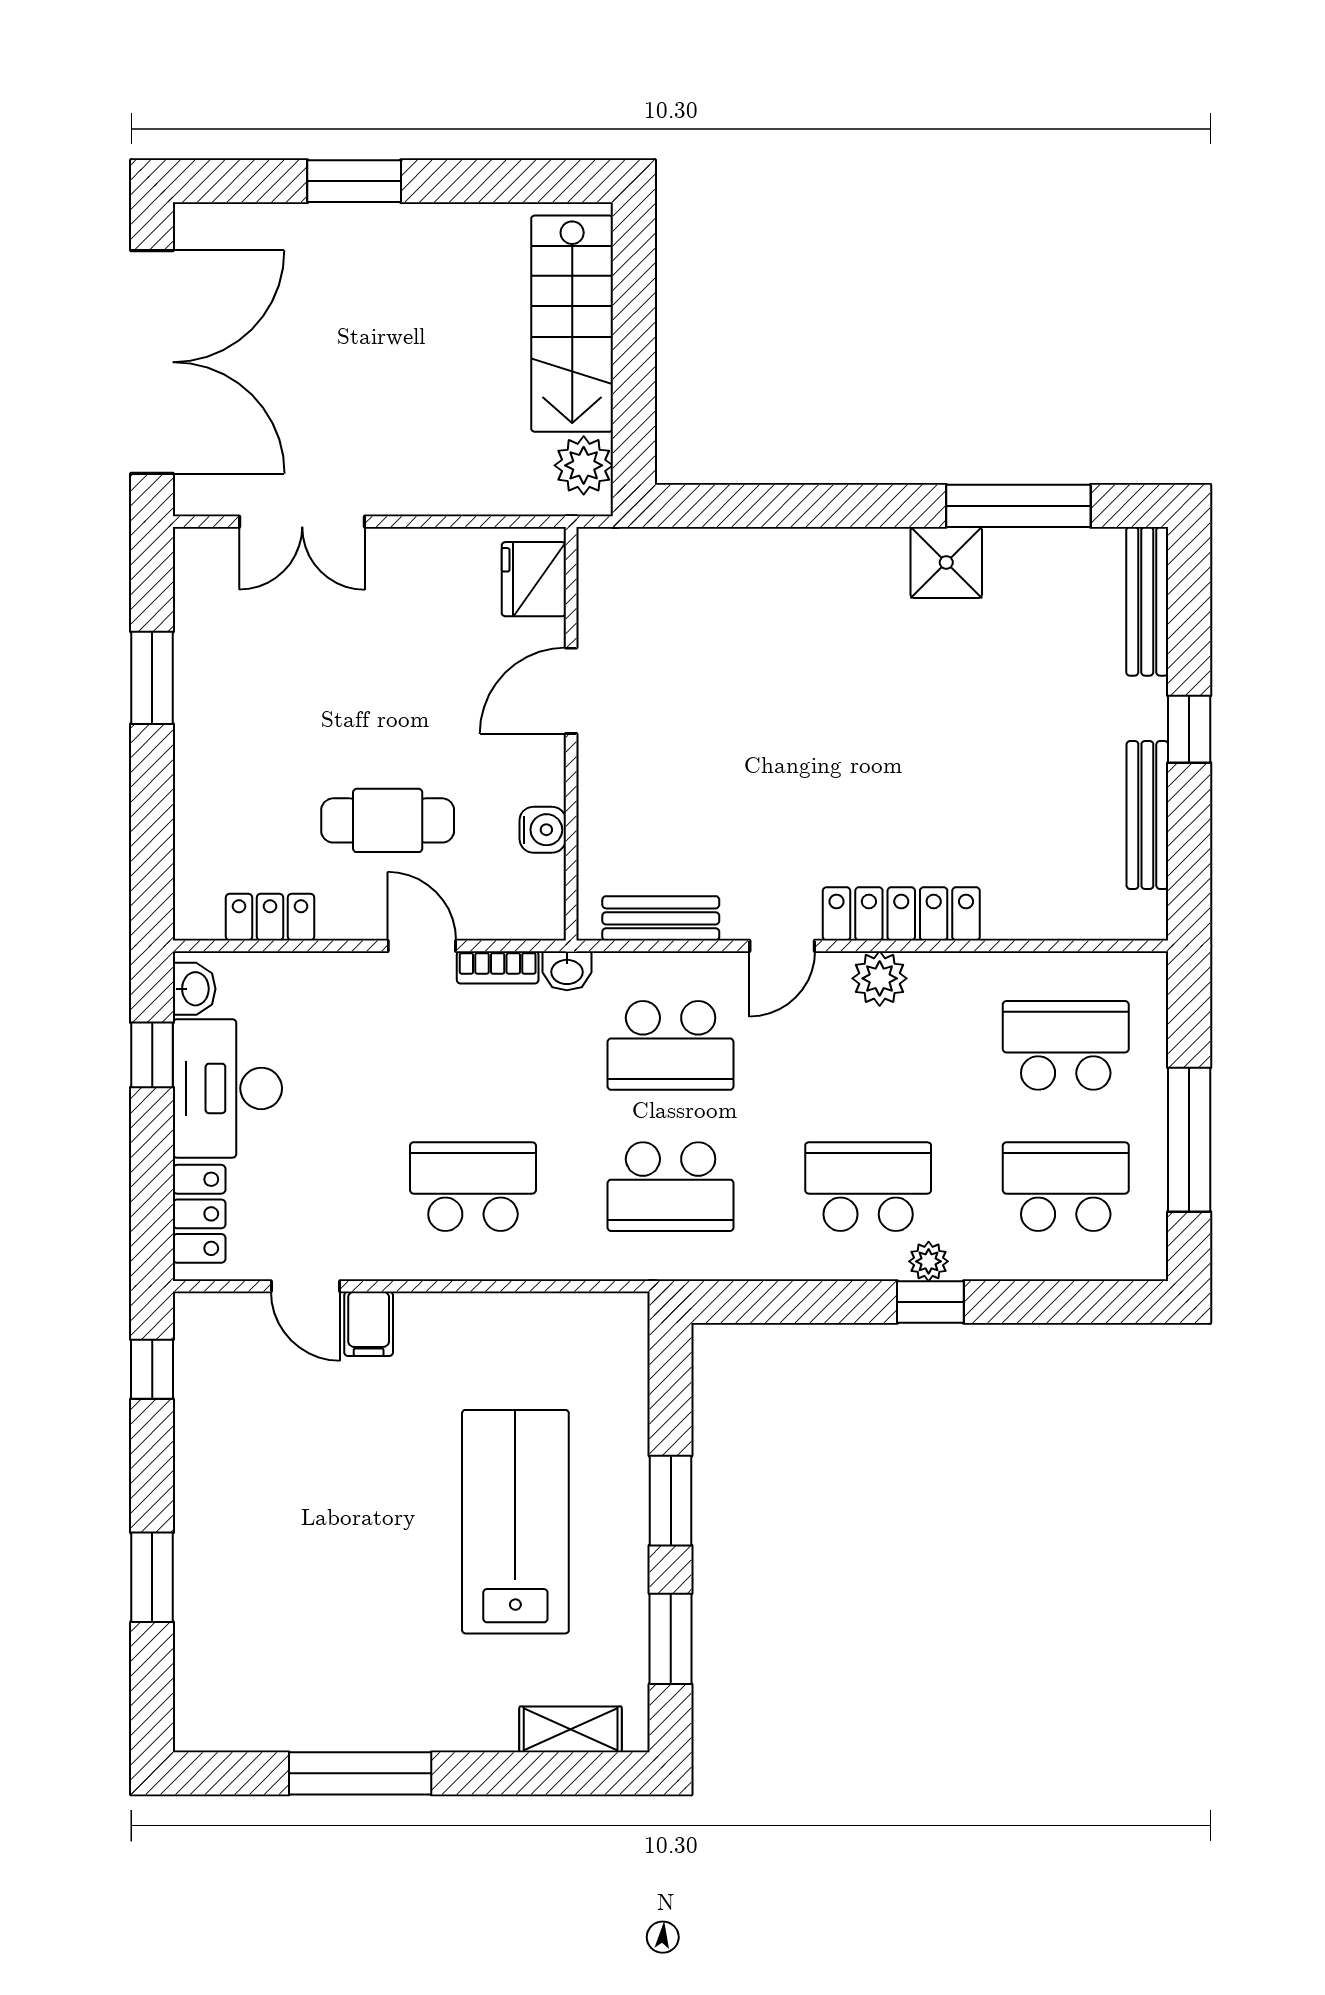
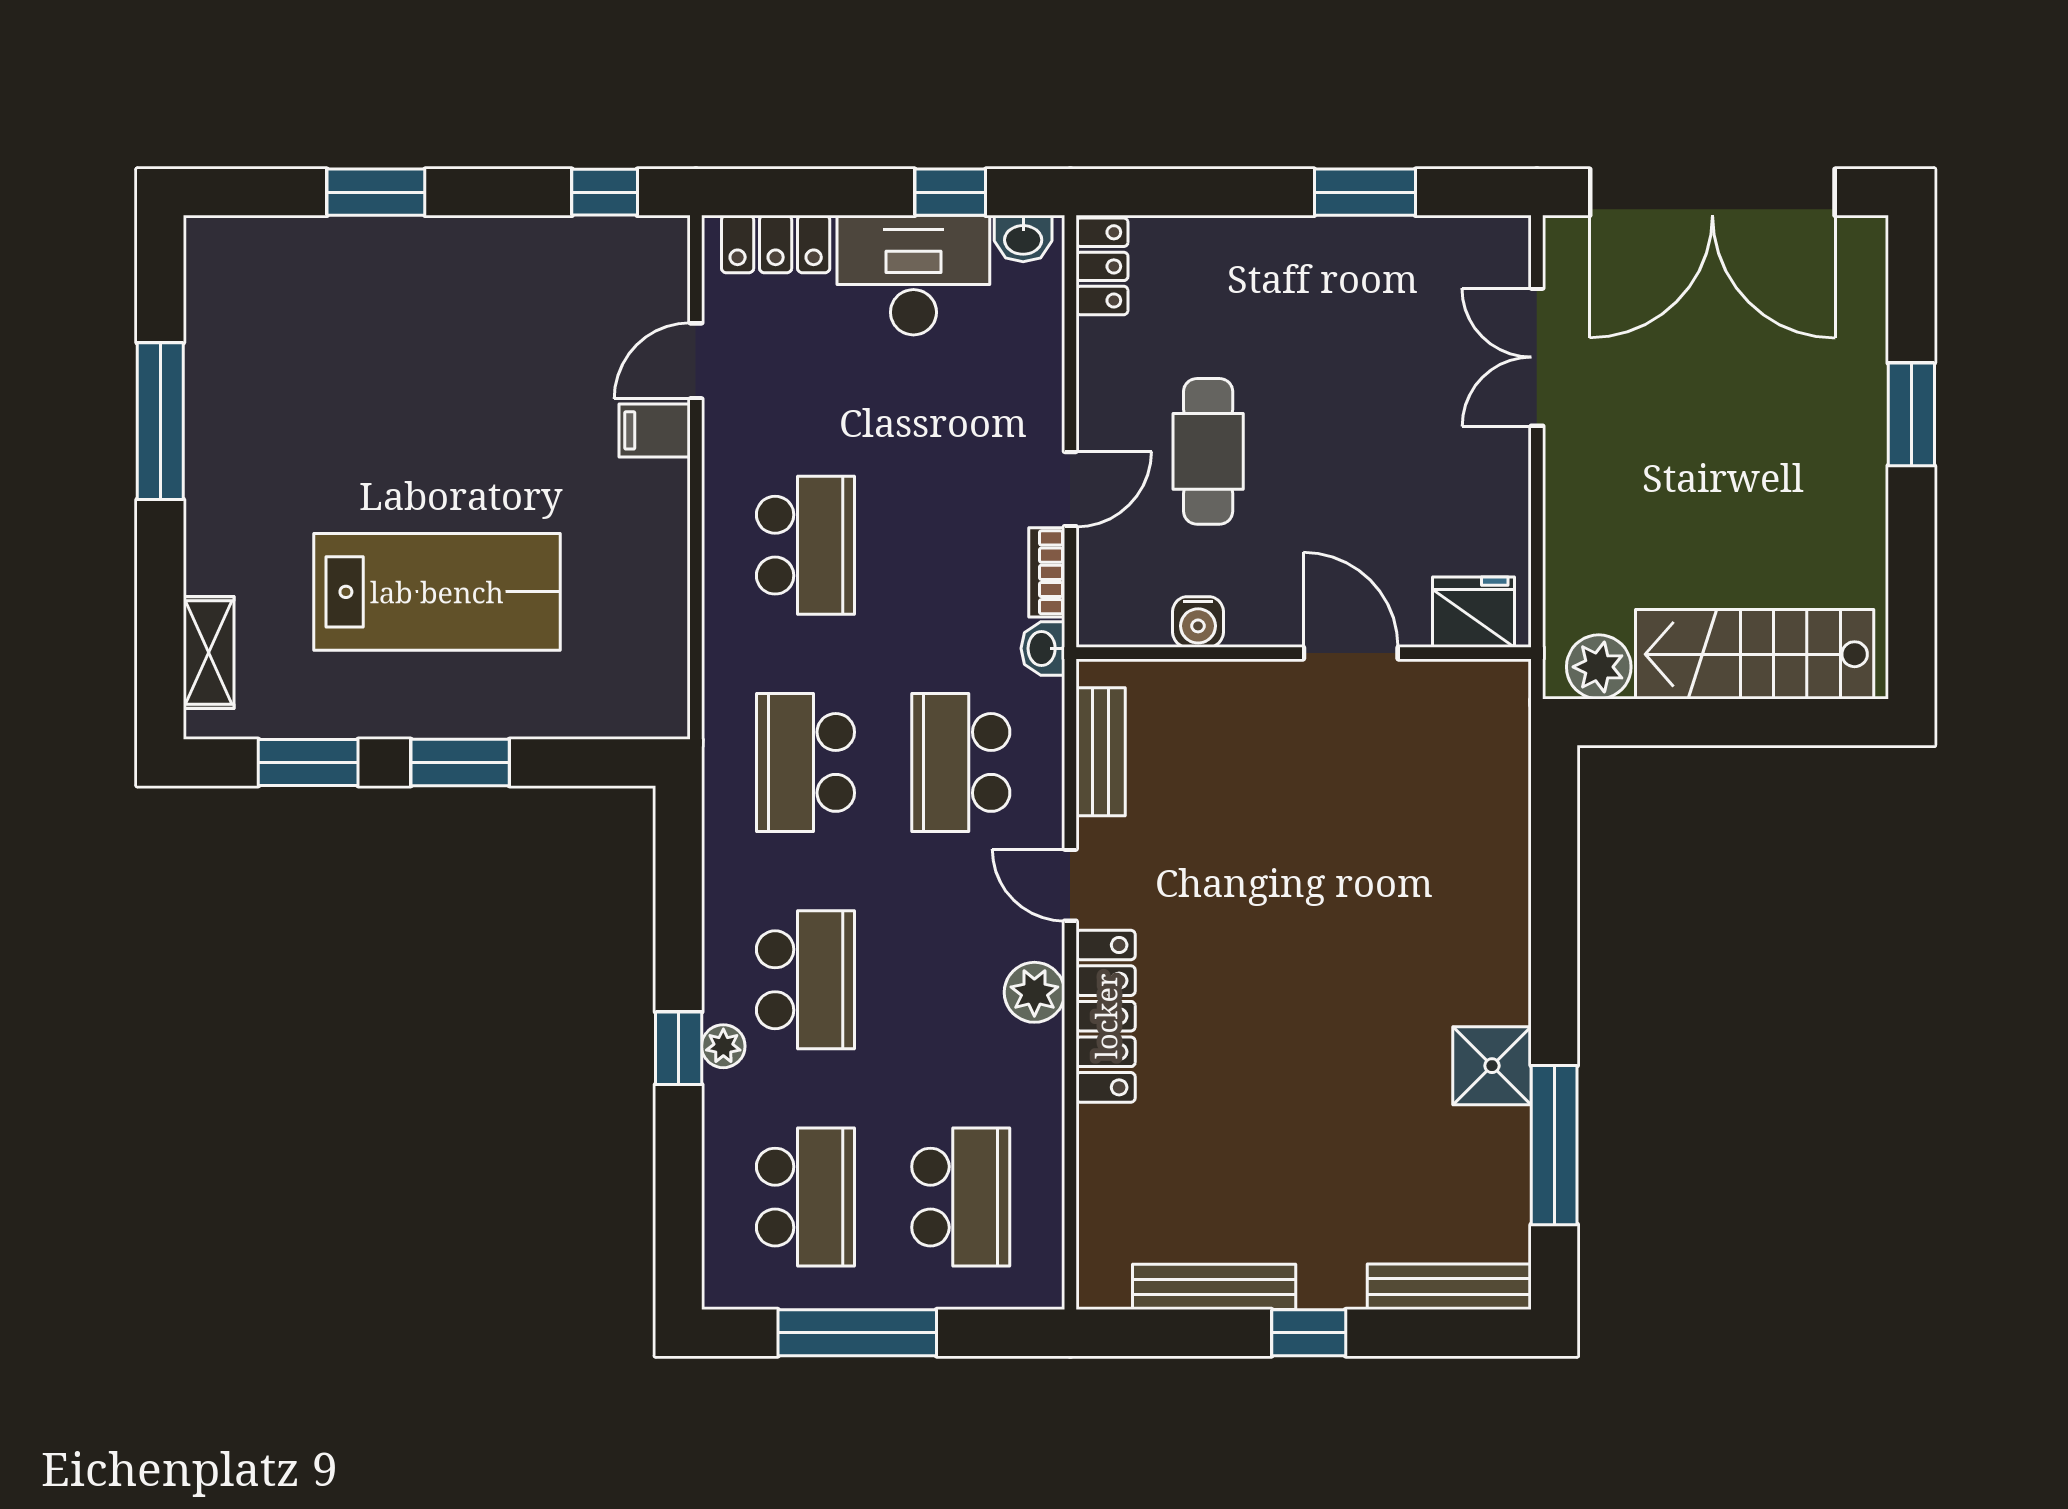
locker: (270, 917) -> (1102, 266), moved

